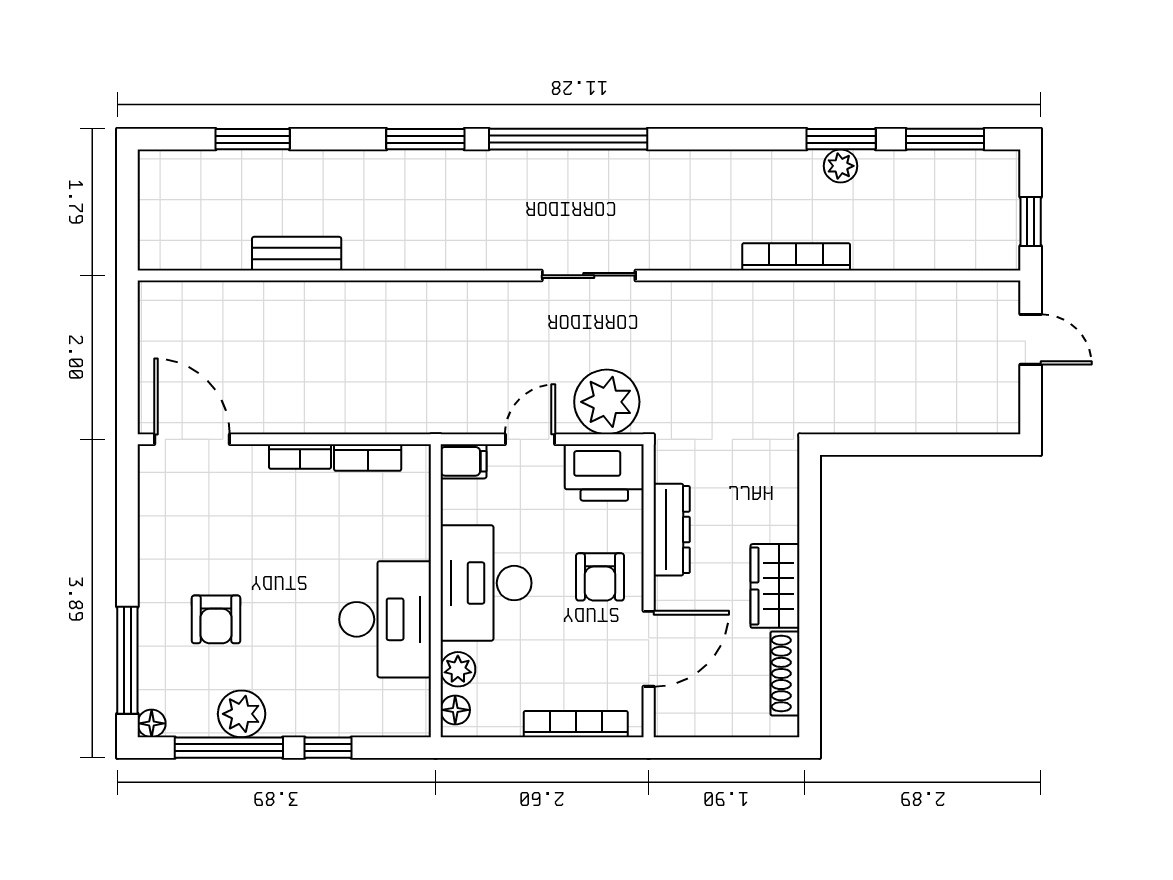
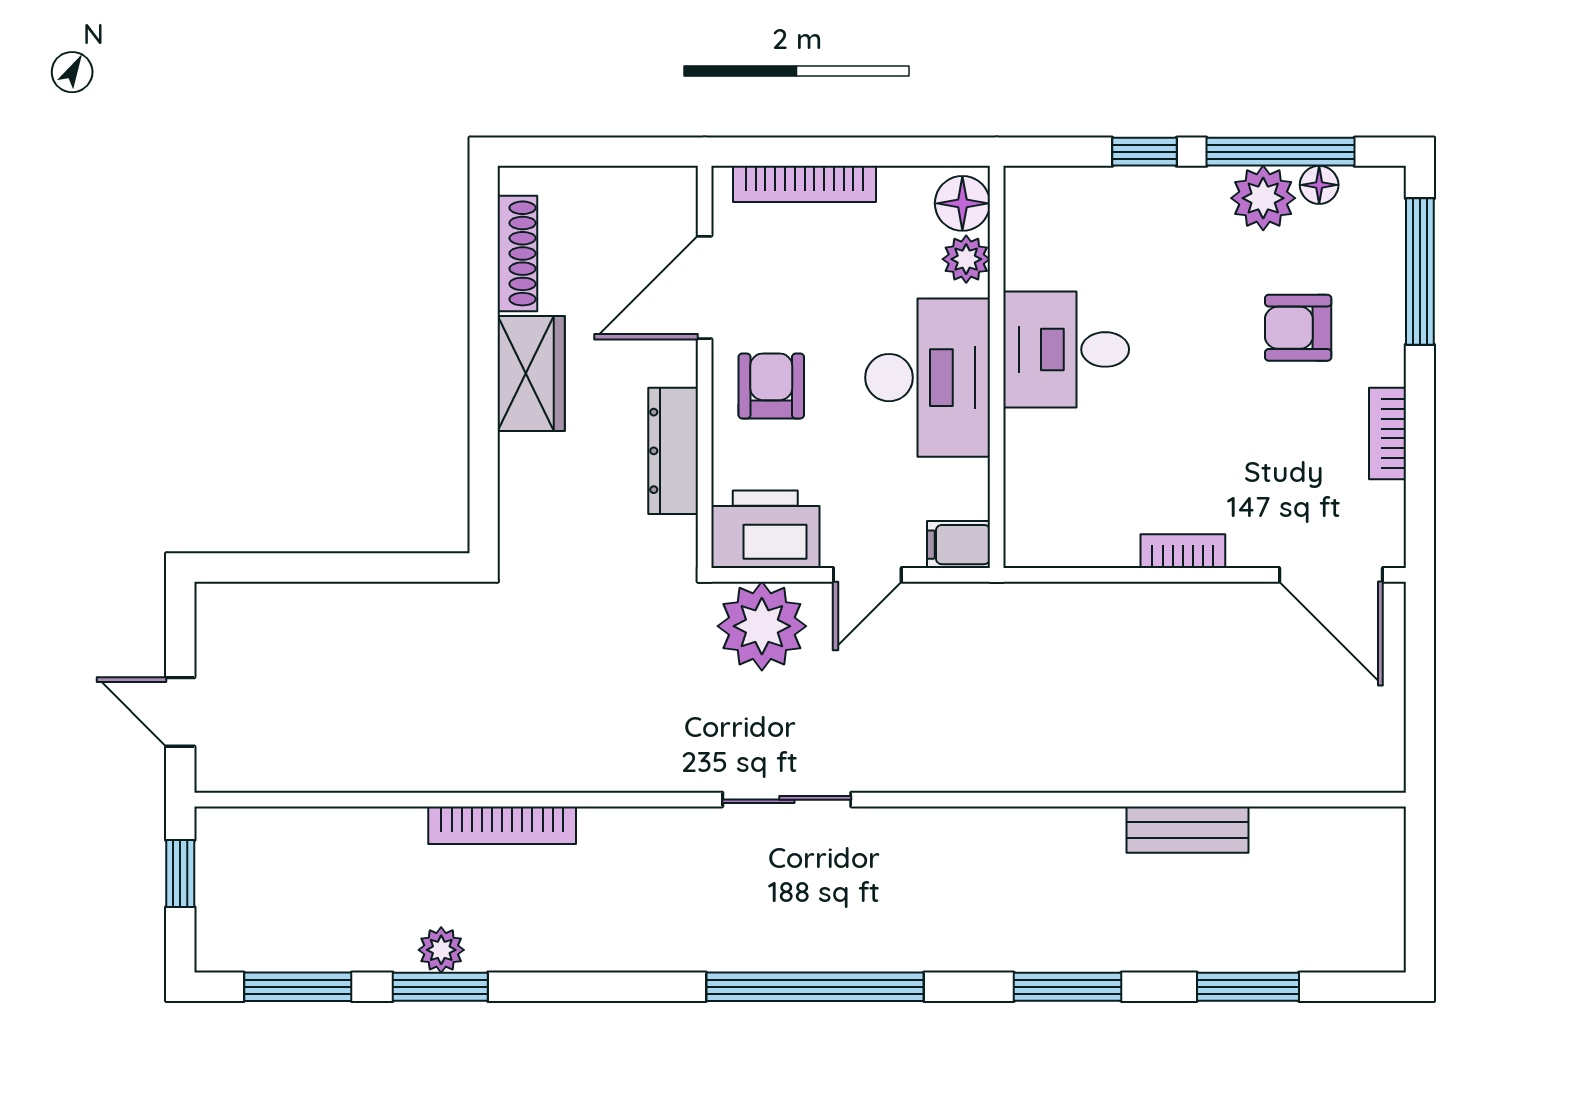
window: (425, 139) -> (1068, 987), moved
bookcase: (368, 458) -> (1387, 433), moved, turned -90
armchair: (216, 619) -> (1298, 328), turned -90
desk: (385, 619) -> (1066, 349), width x0.73
floor lamp: (455, 710) -> (962, 203), width x1.37, depth x1.37
floor lamp: (152, 723) -> (1319, 185), moved

